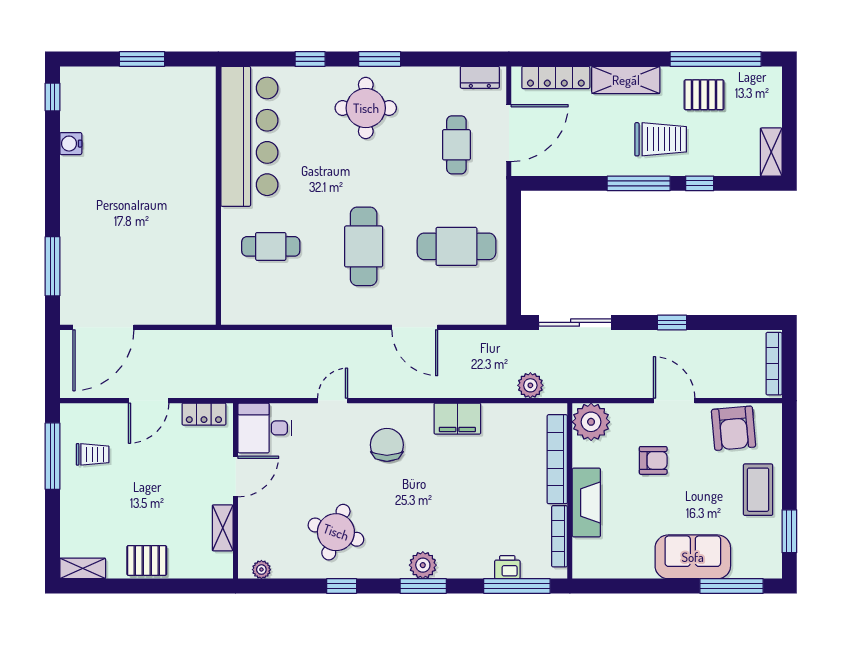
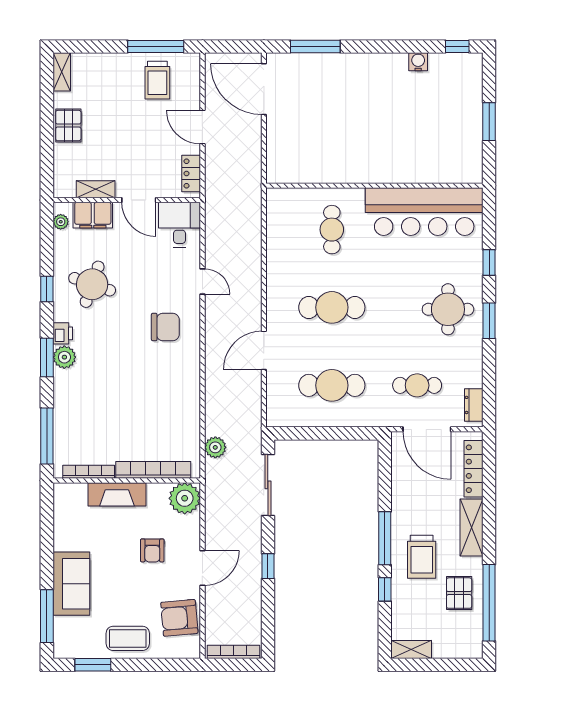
cafe table: (456, 246) -> (332, 385), turned 90
filing cabinet: (457, 419) -> (93, 215), moved, turned -90
trolley: (93, 454) -> (157, 80), width x1.36, depth x1.39
printer: (507, 567) -> (63, 333), moved

